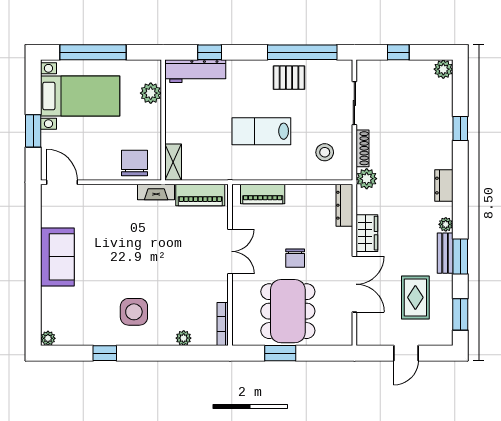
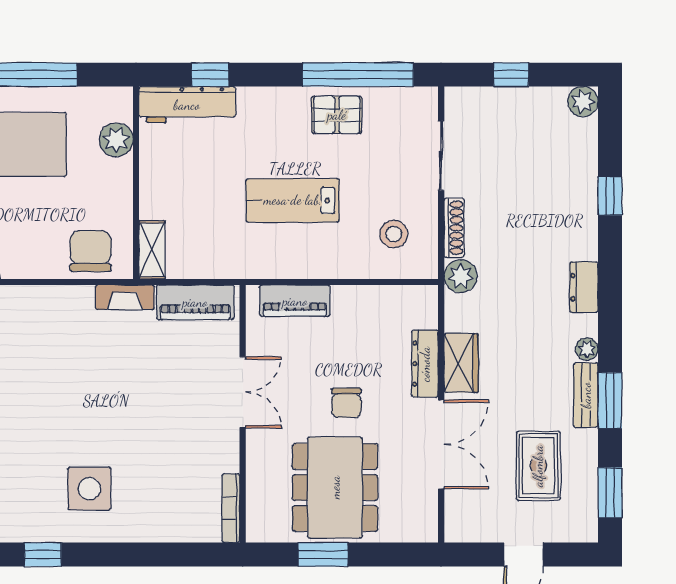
dresser: (344, 205) -> (425, 364), moved
plant: (184, 338) -> (169, 530), removed

